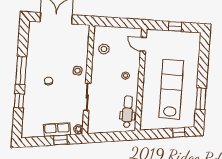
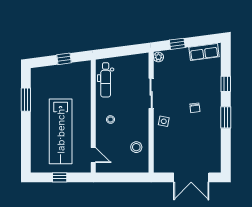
window: (21, 70) -> (226, 117), width x0.69
lab bench: (171, 89) -> (61, 131), moved
row of seats: (57, 130) -> (204, 52), moved
window: (179, 132) -> (64, 59), moved

